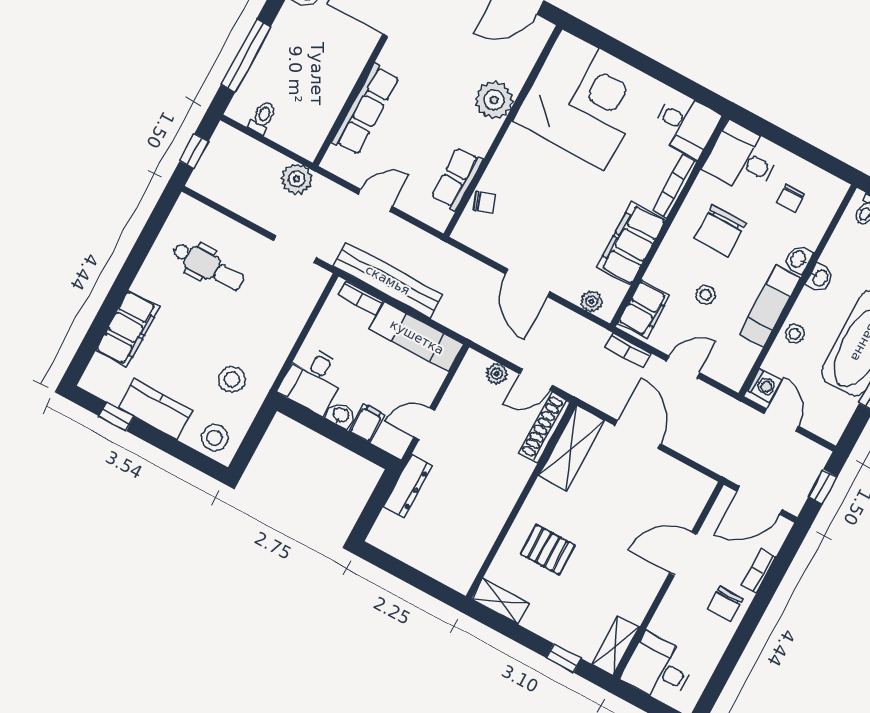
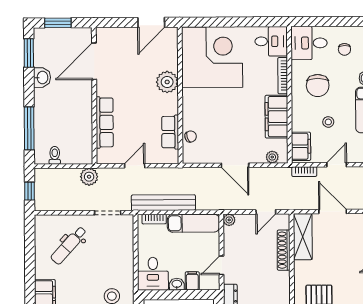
dental chair: (209, 266) -> (69, 245), turned 132
plant: (497, 374) -> (229, 220), moved
shoe rack: (545, 428) -> (284, 250), moved

